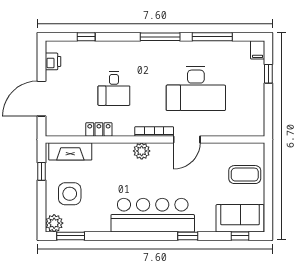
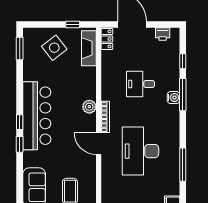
window: (160, 37) -> (183, 95), moved
water cooler: (130, 48) -> (173, 98), added
locker: (99, 129) -> (107, 39), moved
side table: (70, 194) -> (54, 48), turned -38
plant: (54, 223) -> (30, 35), removed
window: (240, 236) -> (20, 122), moved

